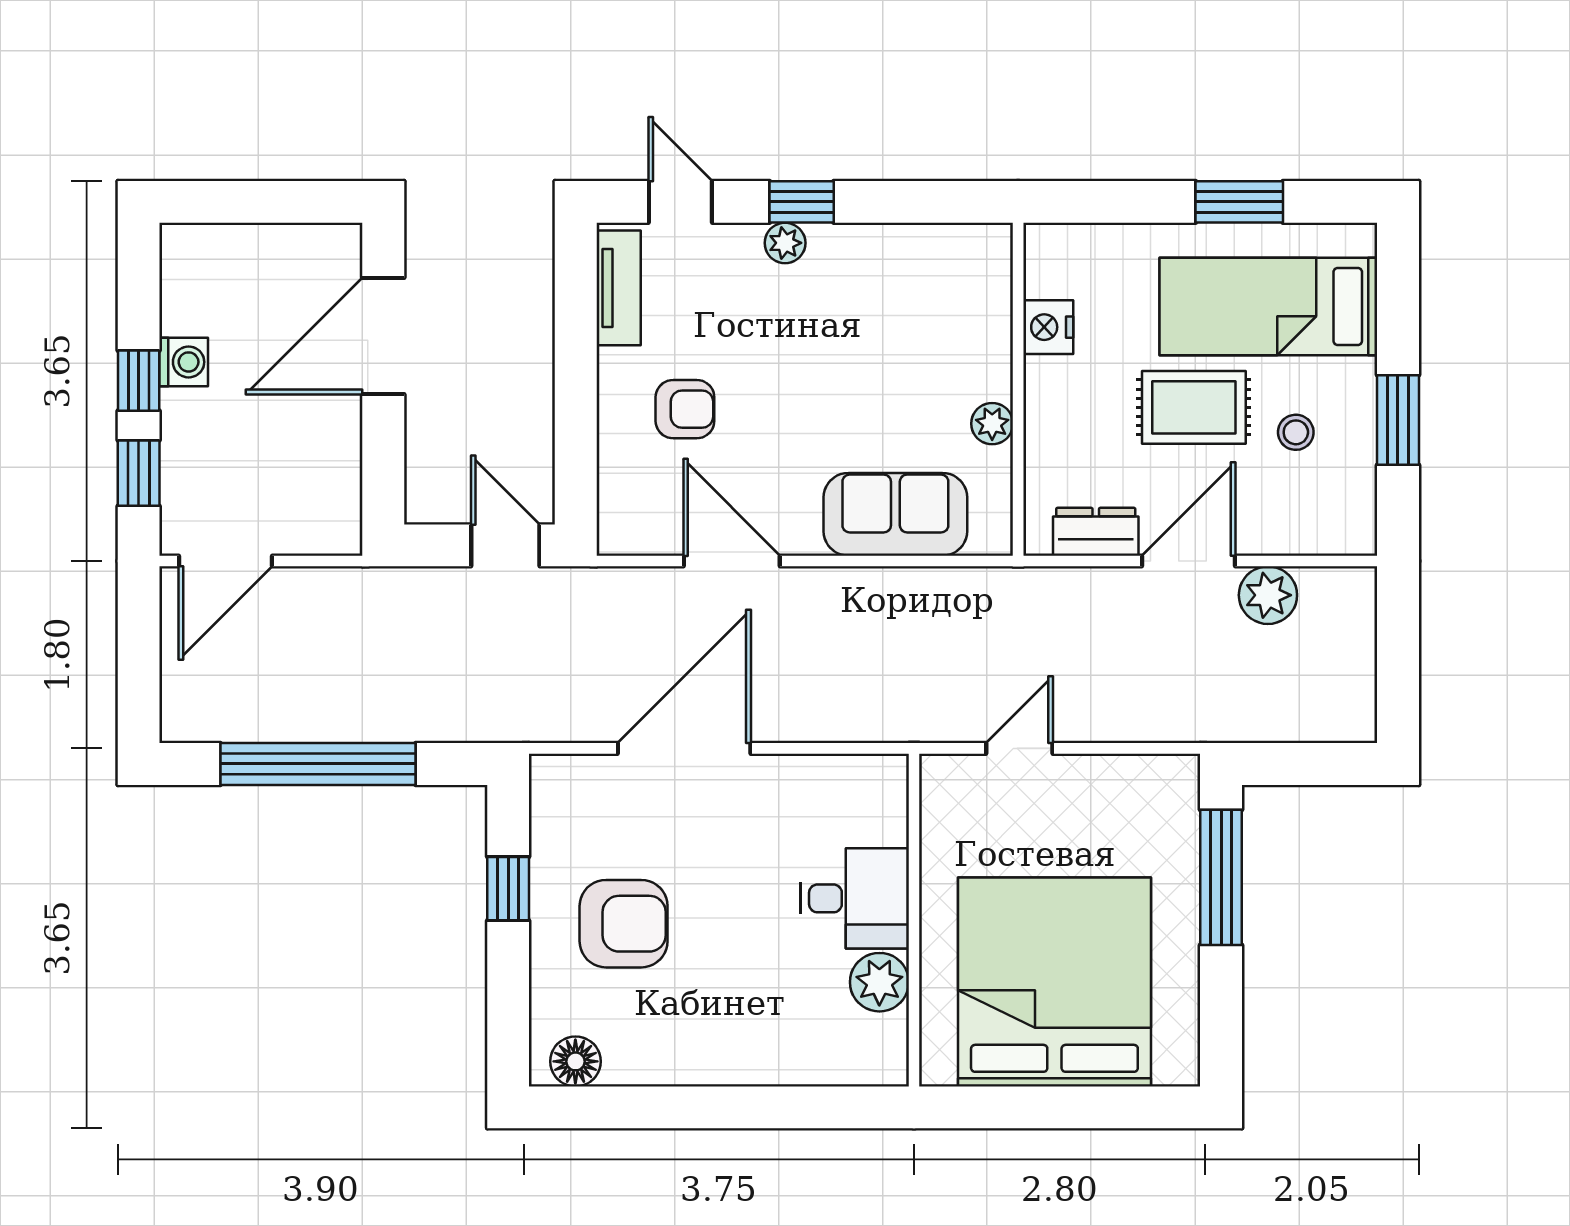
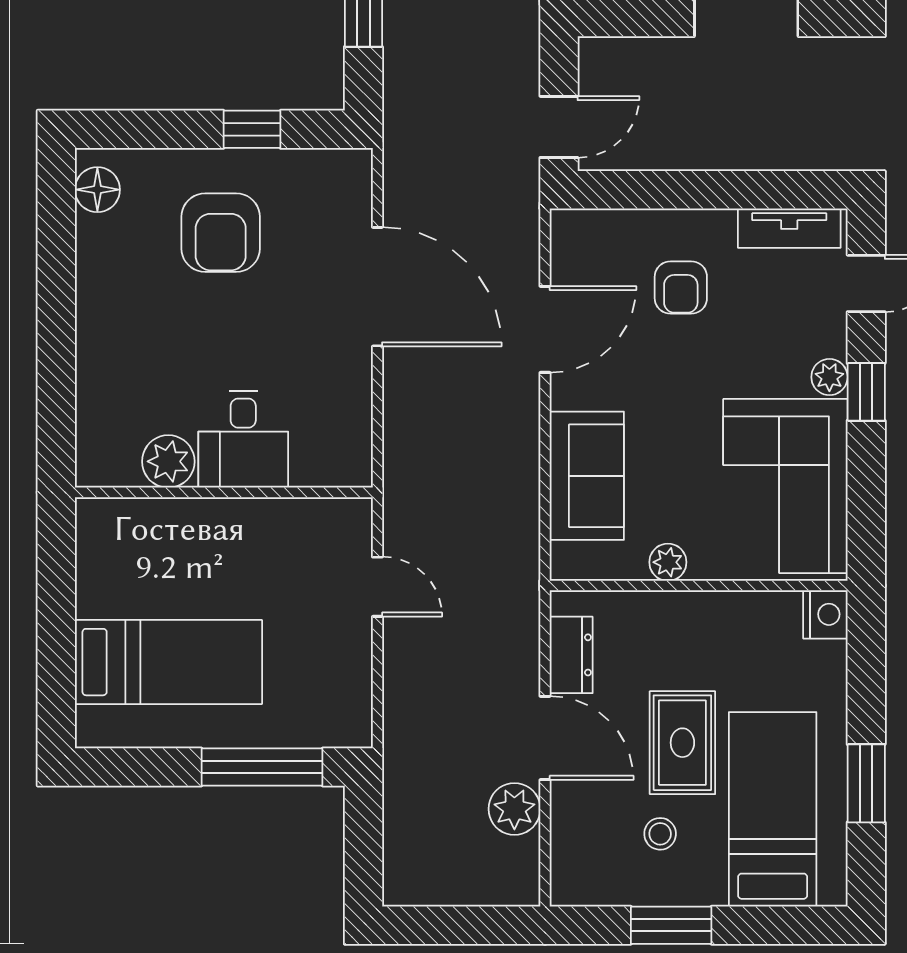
corner sofa: (907, 292) -> (785, 486), added
nightstand: (1048, 327) -> (825, 614), moved, turned 90
bed: (1054, 982) -> (168, 662), width x0.49

